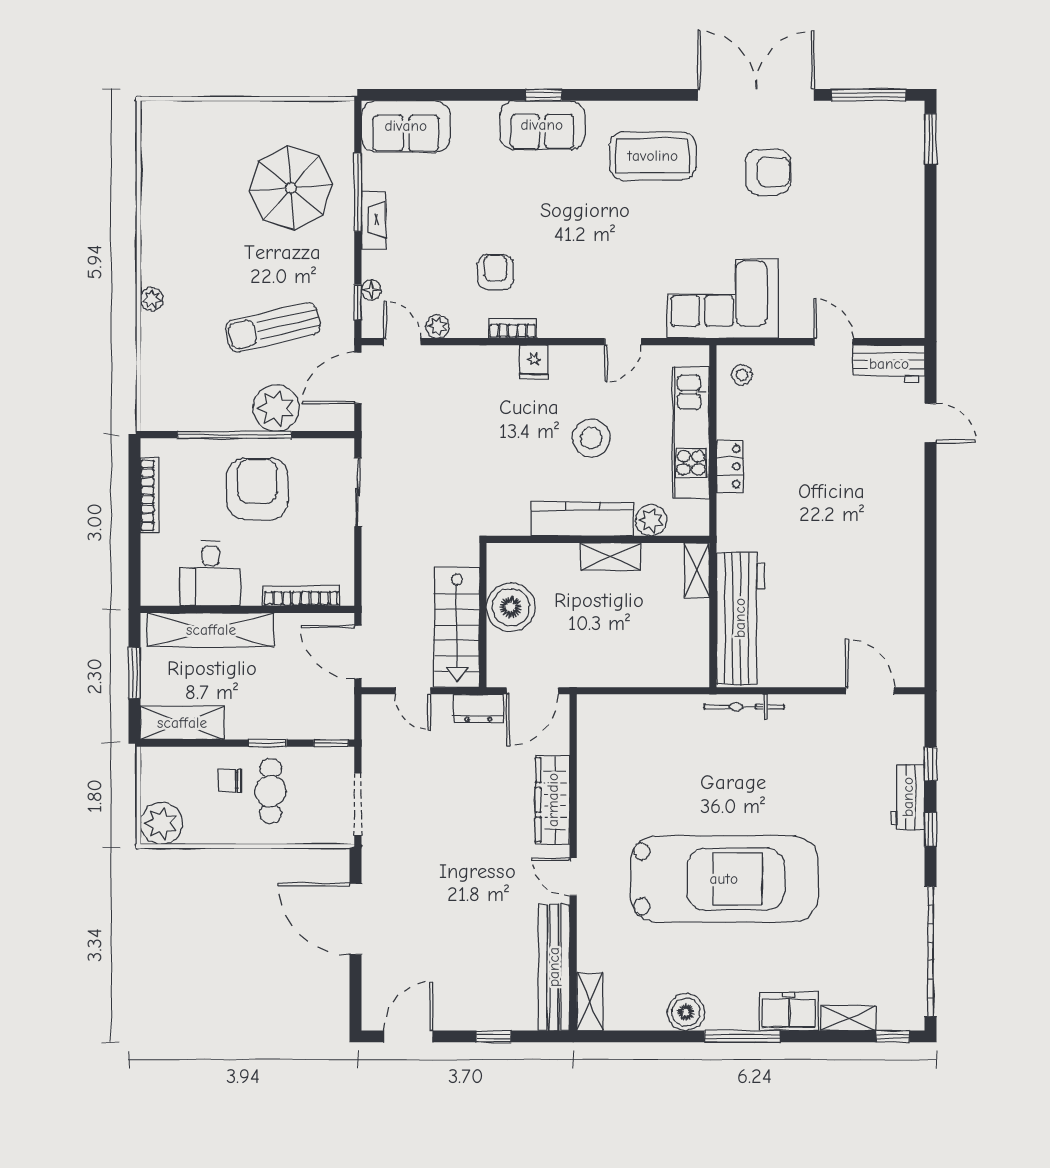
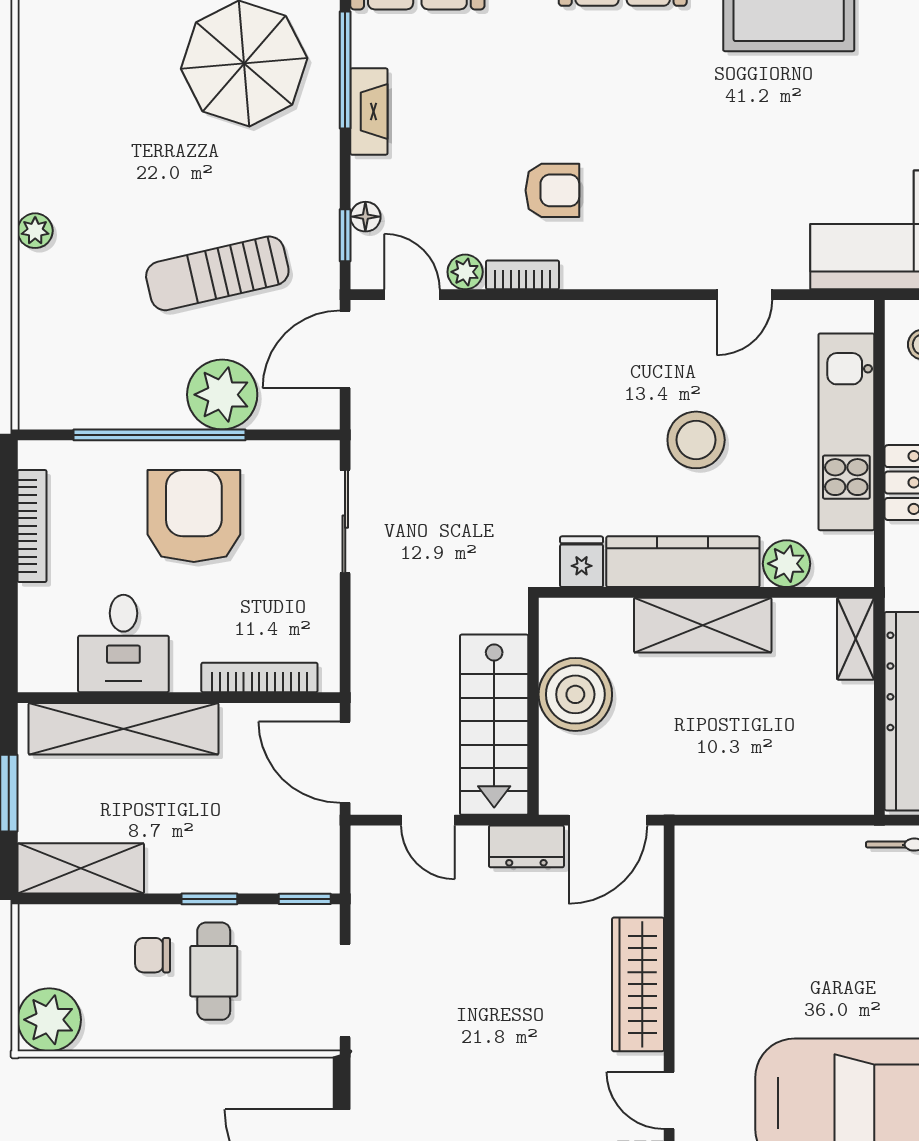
armchair: (496, 272) -> (552, 190), turned 90
bookcase: (513, 328) -> (522, 275), moved
fridge: (534, 362) -> (582, 562), moved, turned 180
shelving: (611, 557) -> (703, 625), width x1.50, depth x1.33

